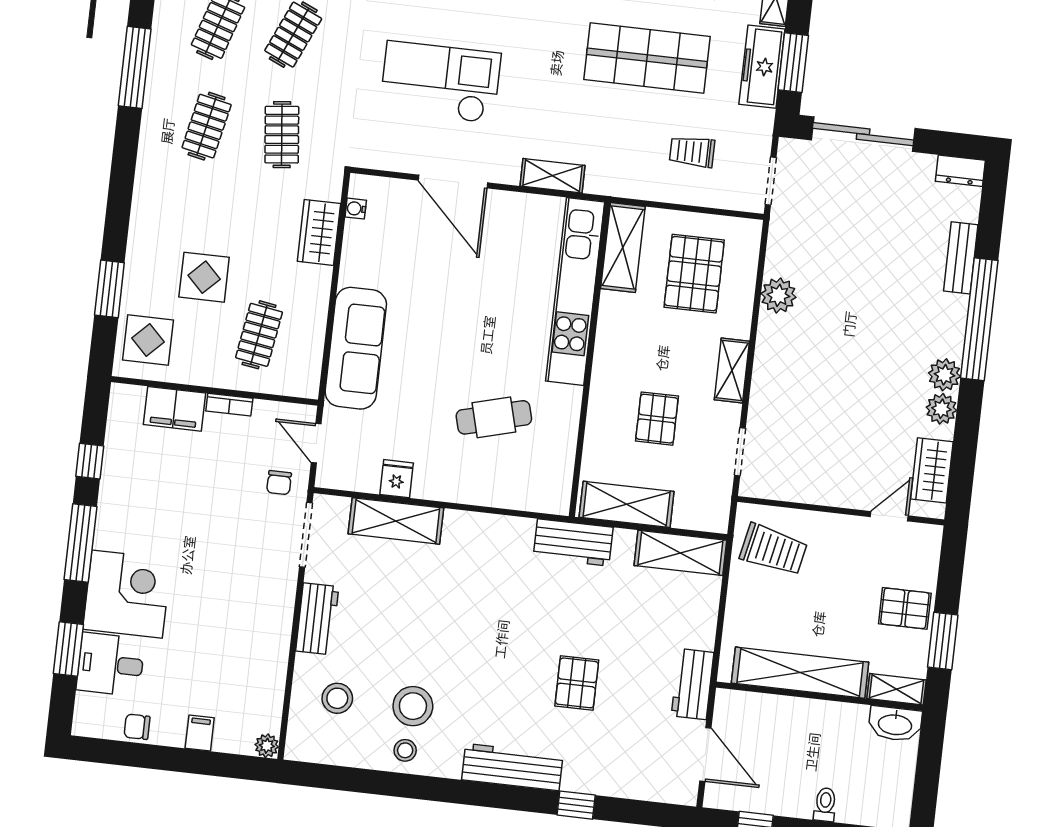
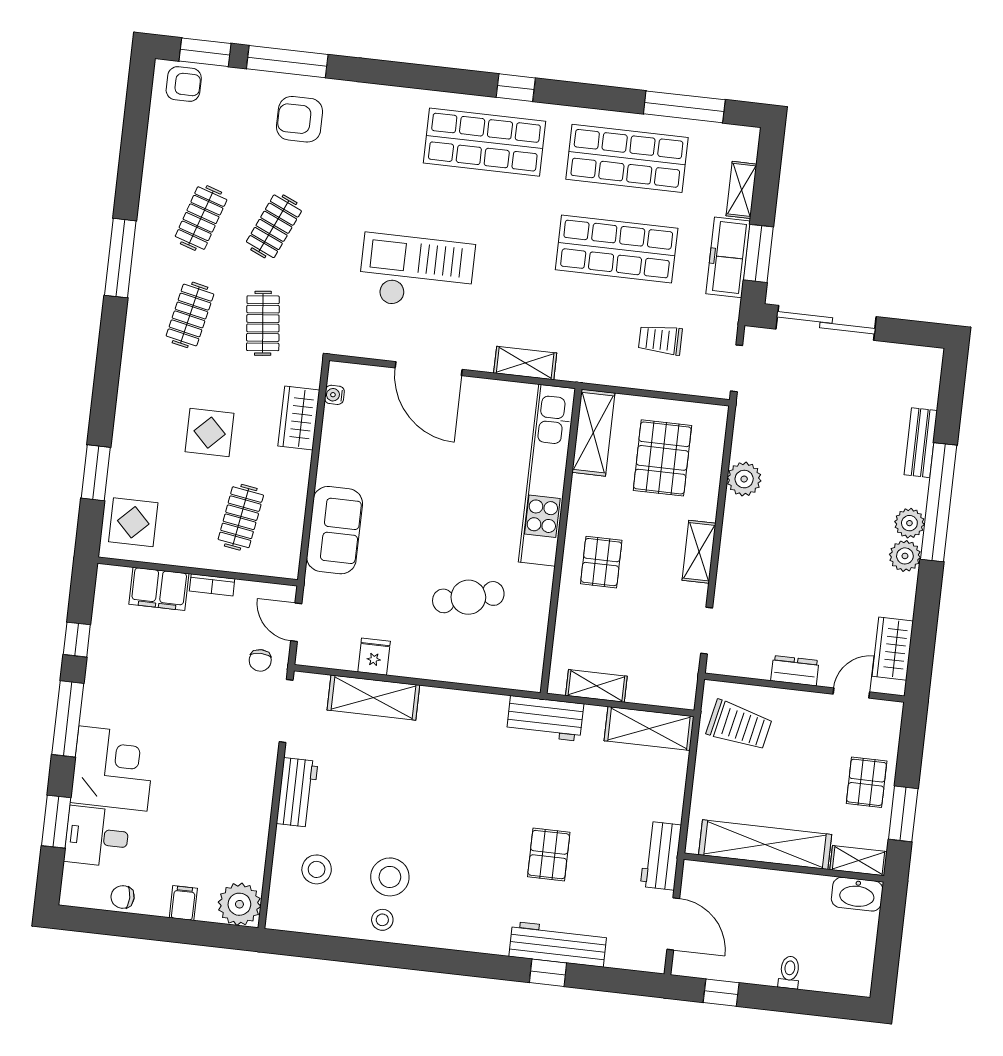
dresser: (960, 171) -> (795, 671), moved, turned 180
display table: (204, 277) -> (210, 433), moved
sofa: (356, 348) -> (335, 530), width x0.73
plant: (941, 409) -> (909, 523), moved
pallet: (657, 419) -> (601, 562), moved
shelving: (627, 504) -> (596, 686), width x0.67, depth x0.75
pallet: (905, 608) -> (867, 782), turned 90
plant: (267, 746) -> (239, 904), width x1.88, depth x1.88
workbench: (512, 767) -> (558, 944), moved

